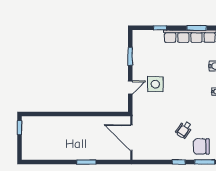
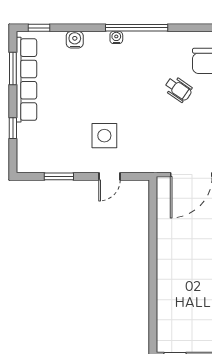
door: (130, 87) -> (109, 176), swing flipped

